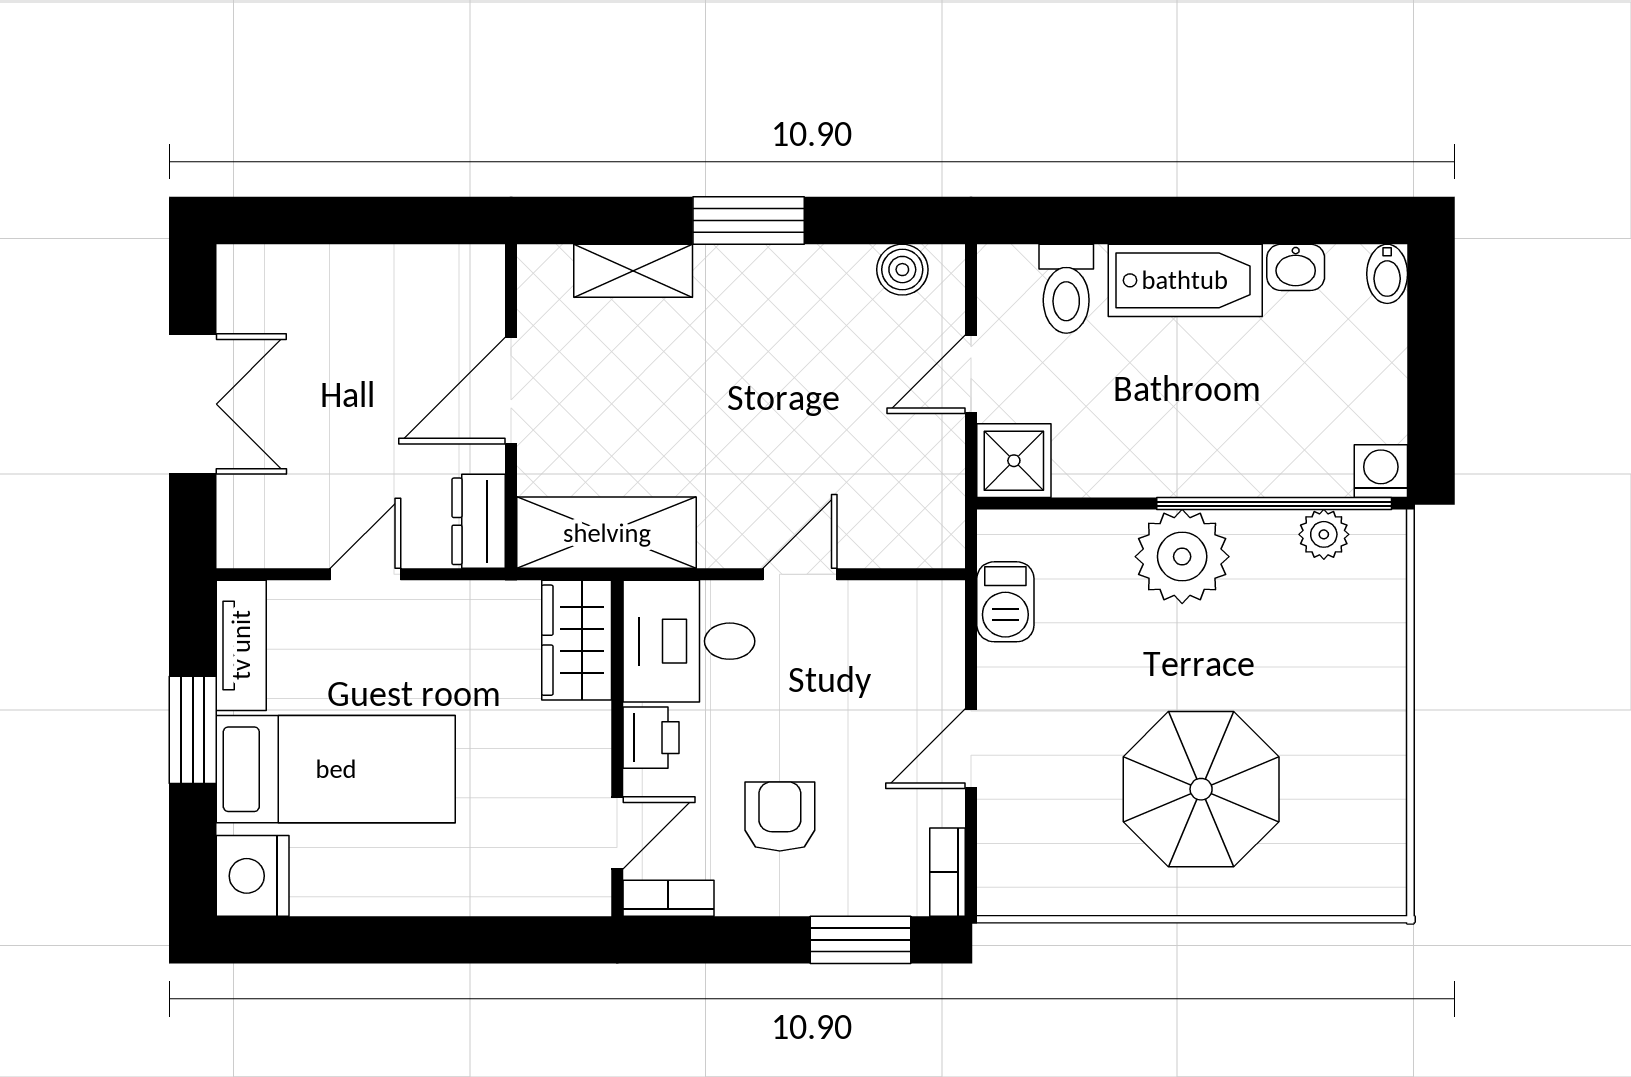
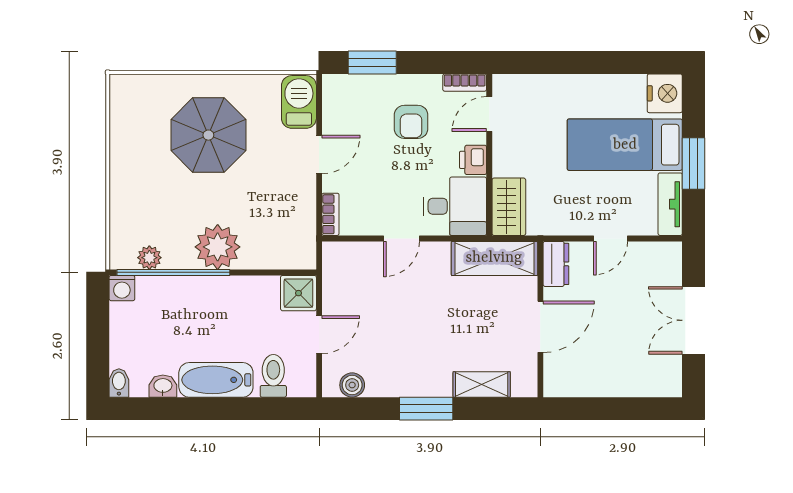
barbecue: (1005, 602) -> (299, 102), moved, width x1.38, depth x1.27
bookcase: (947, 872) -> (330, 214), moved

